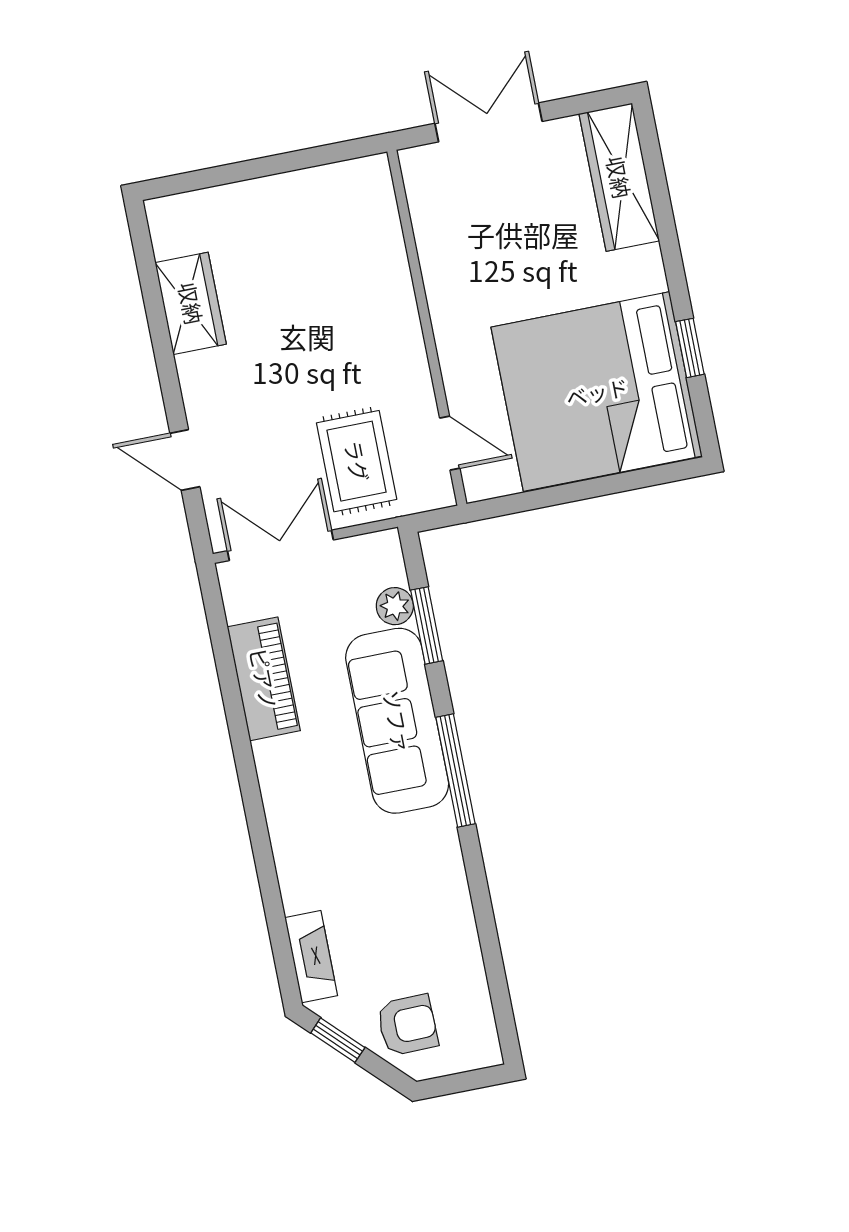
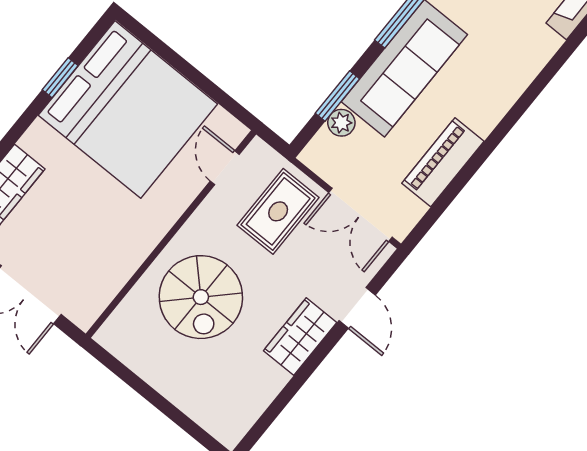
wardrobe: (191, 303) -> (300, 337), moved
spiral stairs: (334, 304) -> (201, 297), added

